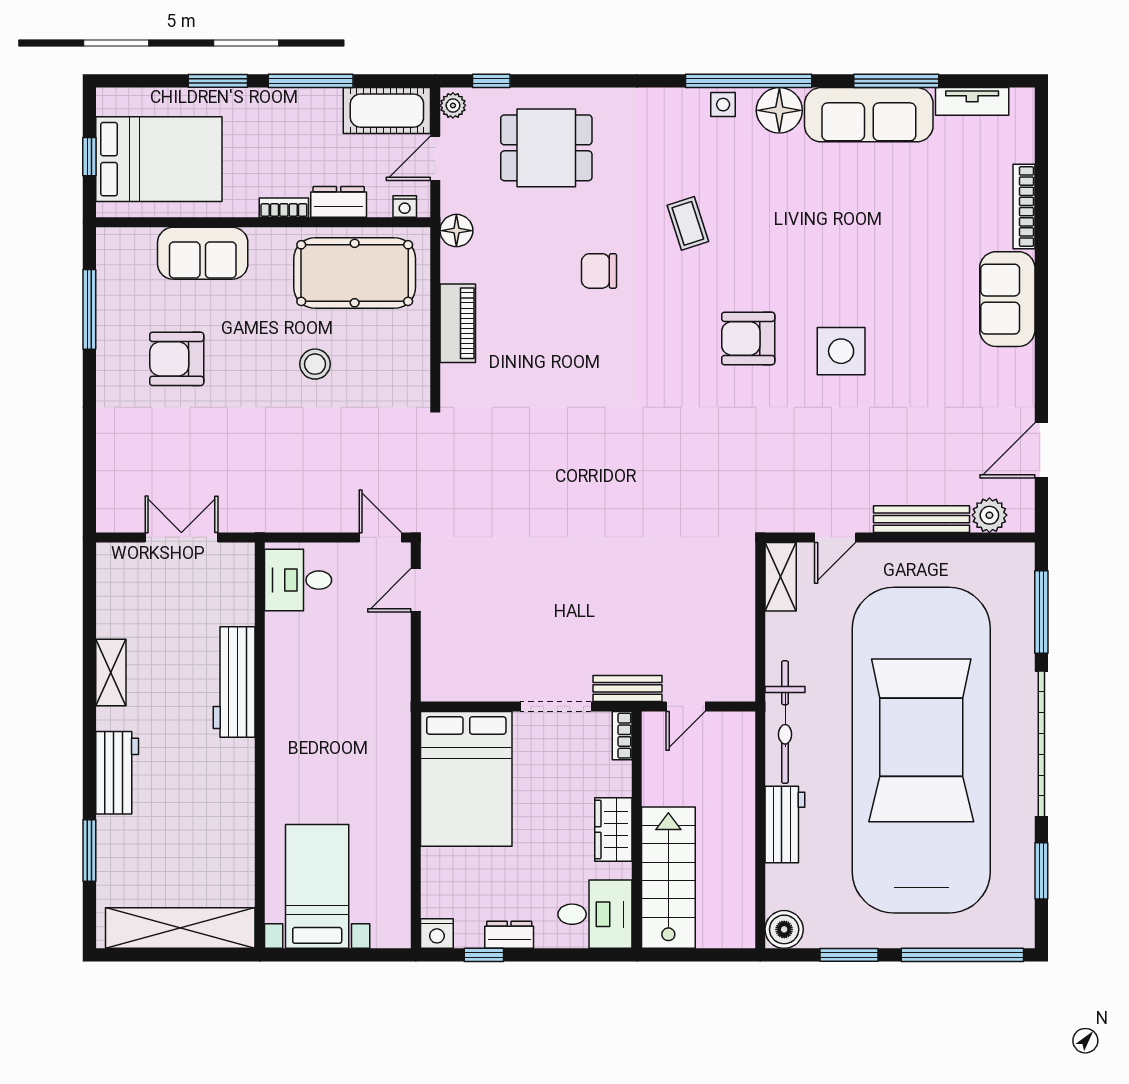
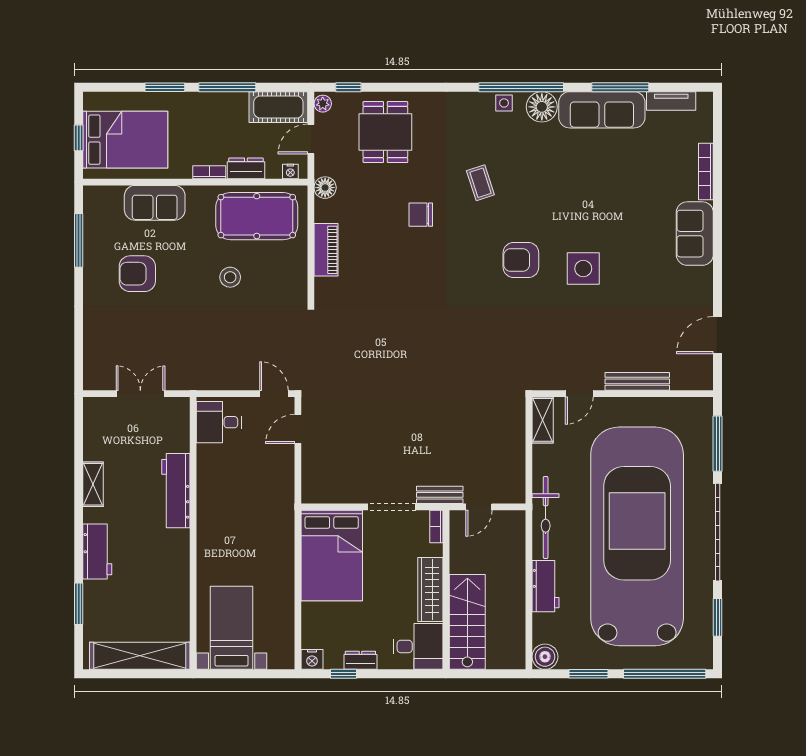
dining table: (546, 148) -> (385, 132), turned 90
plant: (989, 515) -> (683, 379), removed
wardrobe: (613, 829) -> (430, 590), width x1.50

